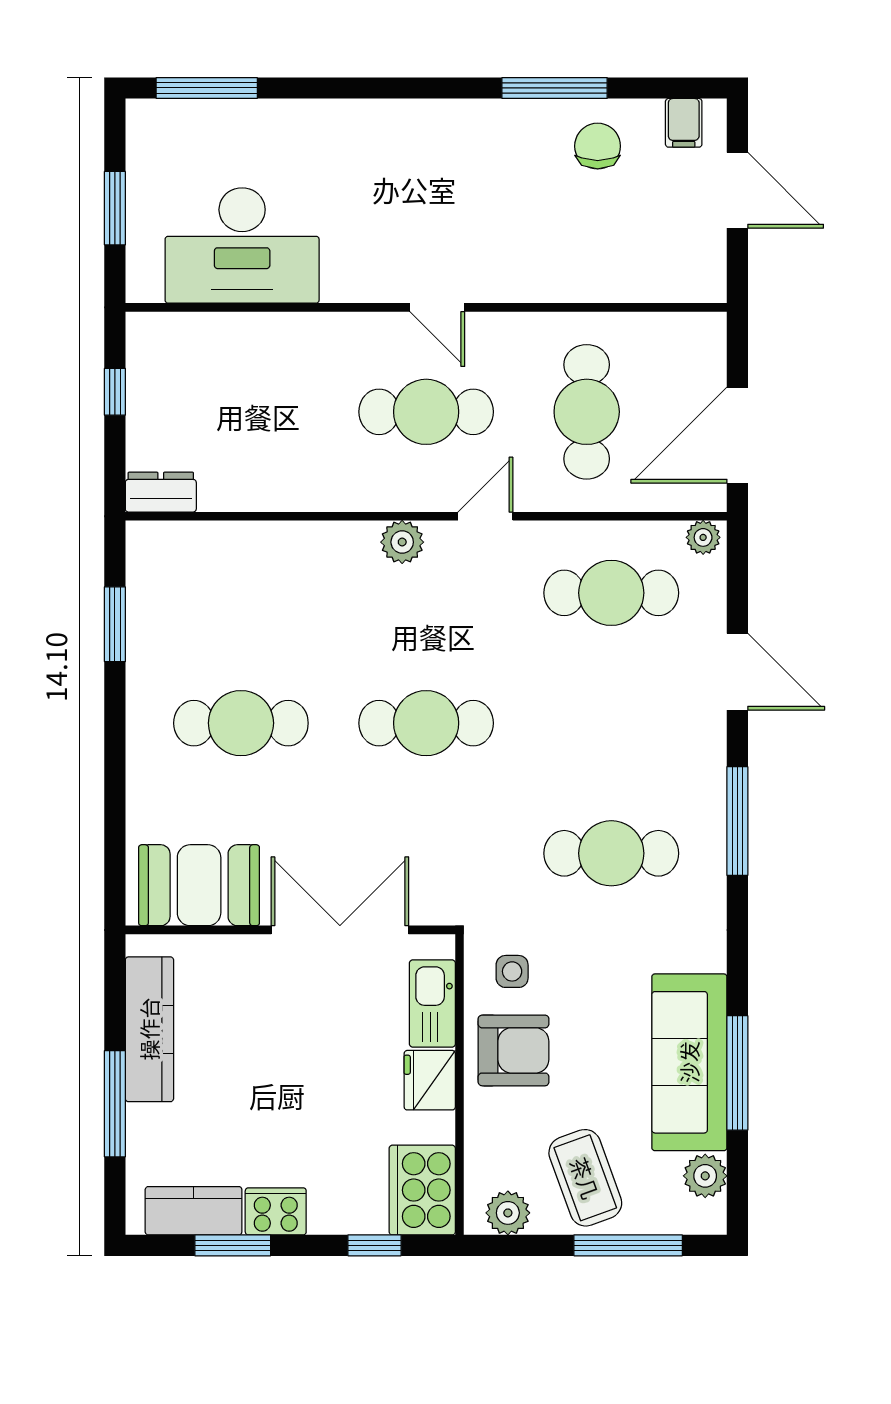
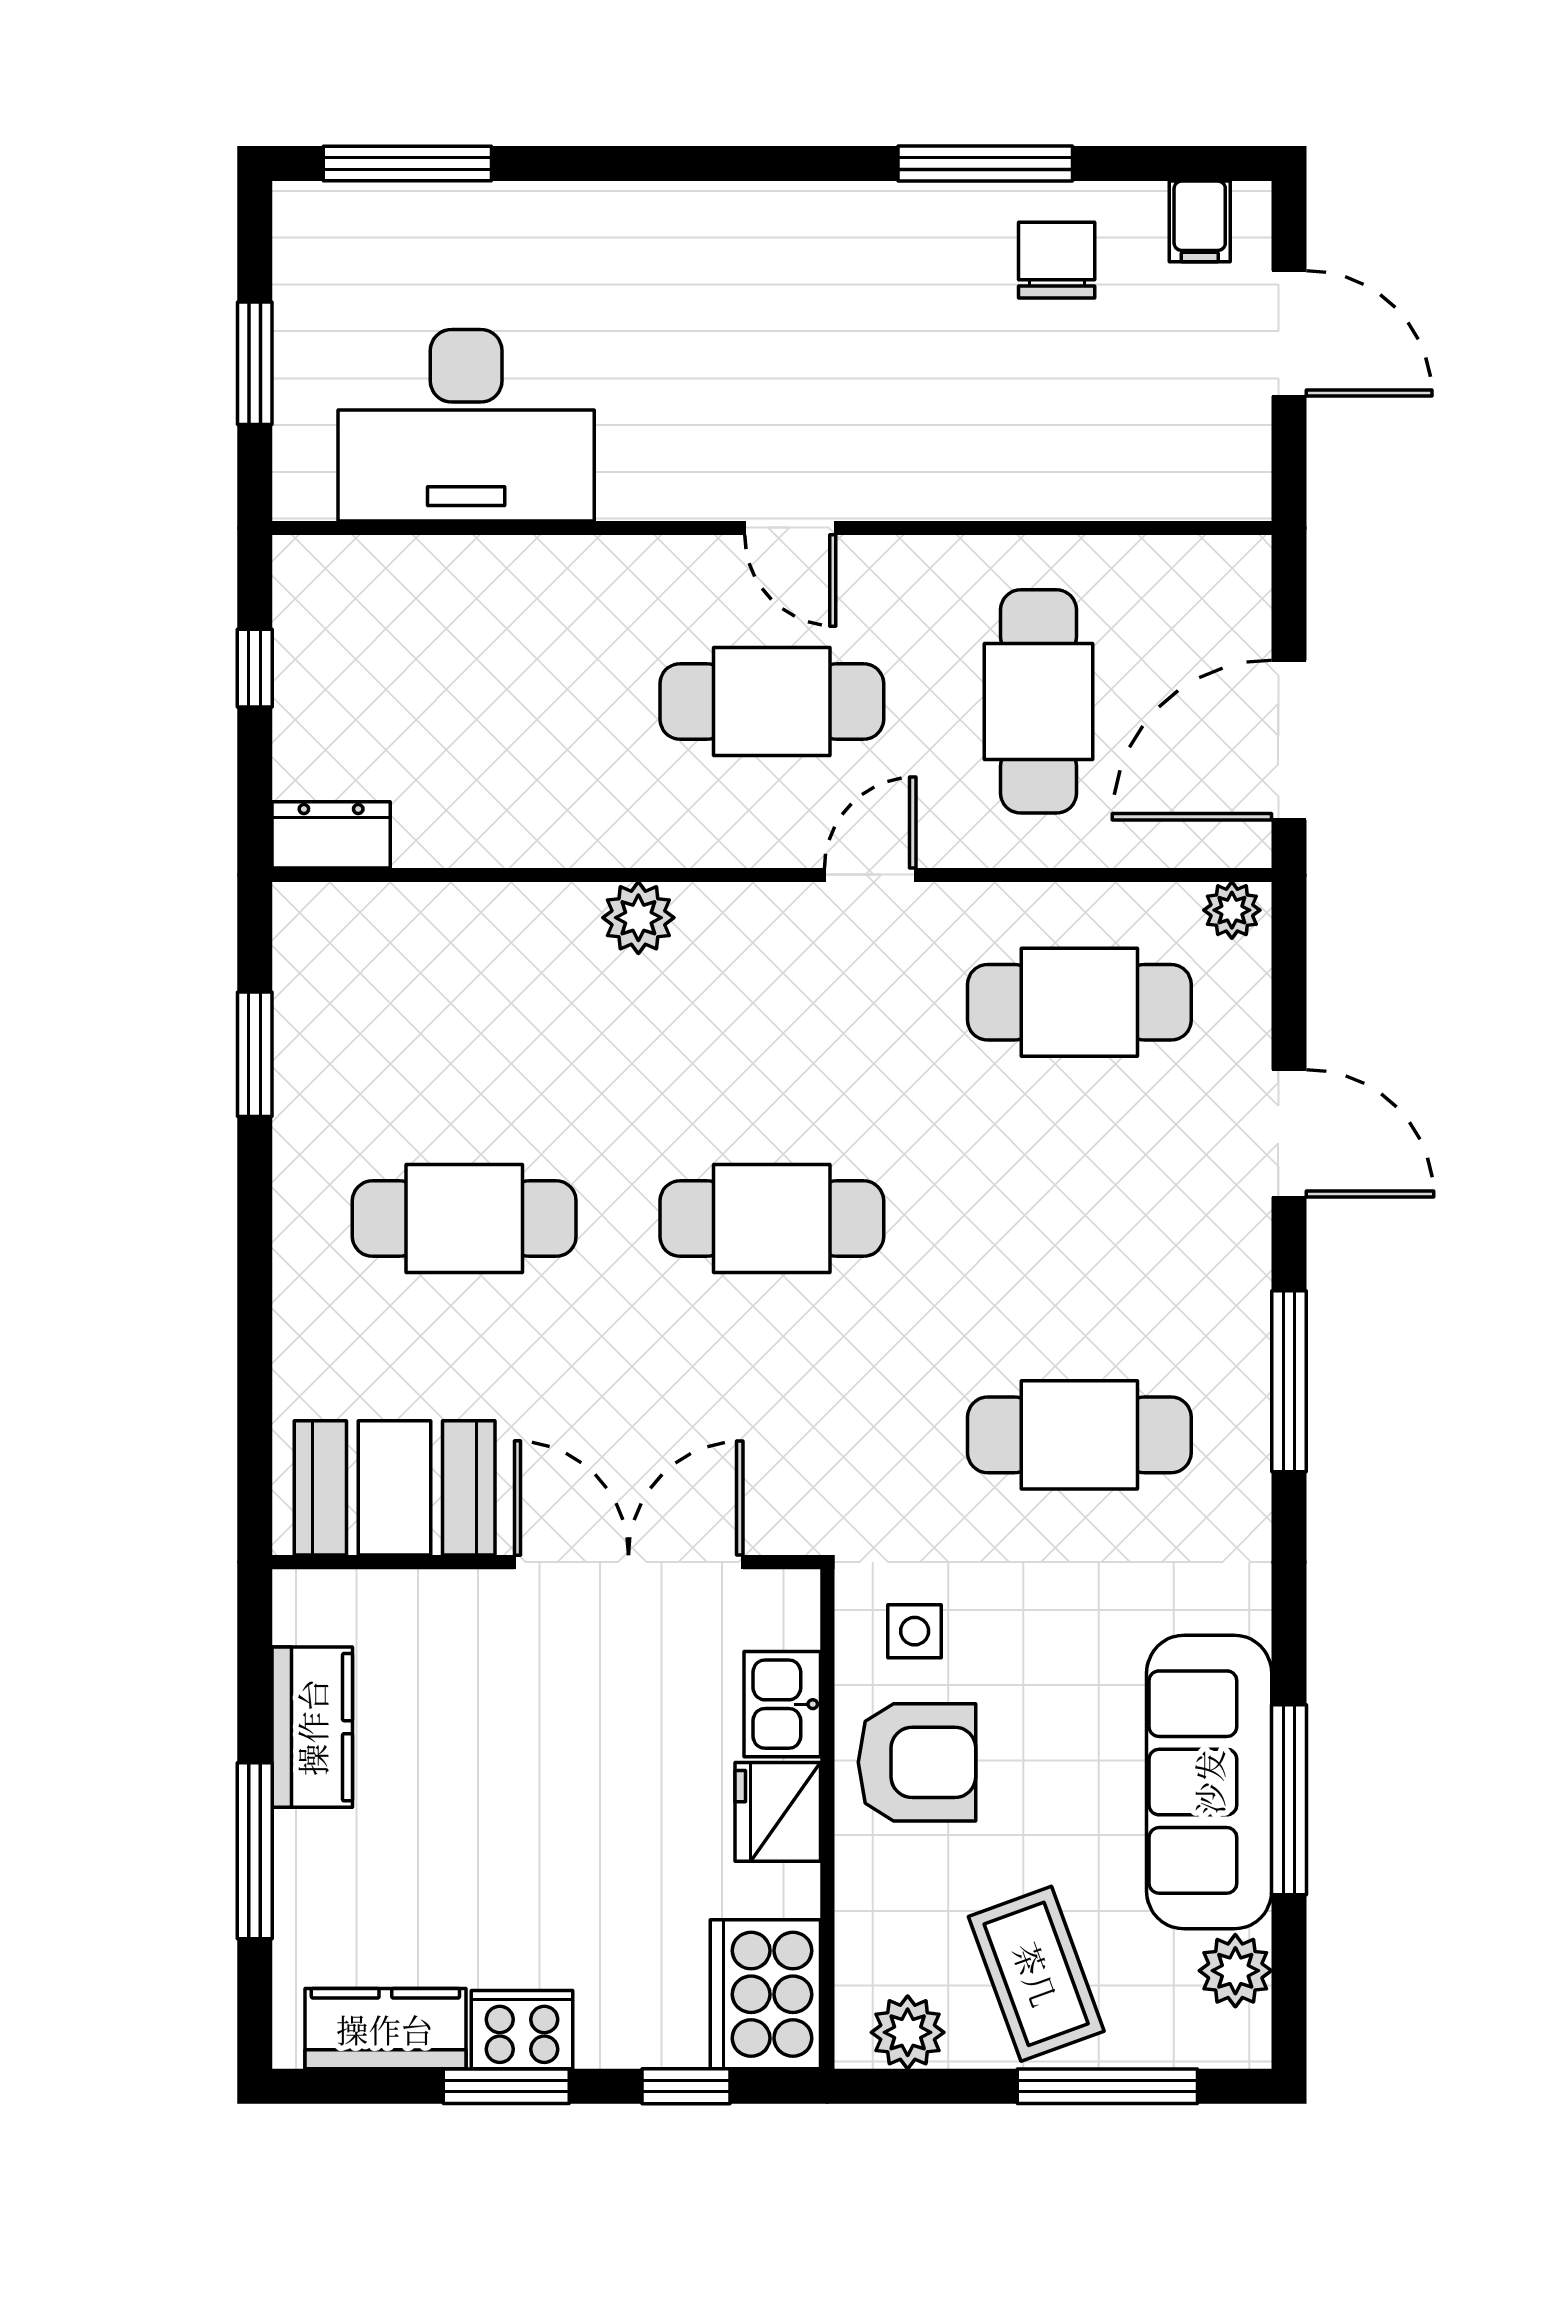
plant: (402, 542) -> (638, 918), moved
kitchen sink: (432, 1004) -> (782, 1704), width x0.73
kitchen counter: (149, 1029) -> (312, 1727), width x0.67
window: (233, 1245) -> (506, 2086), moved

